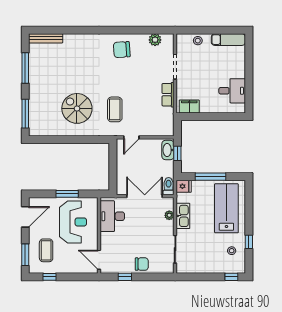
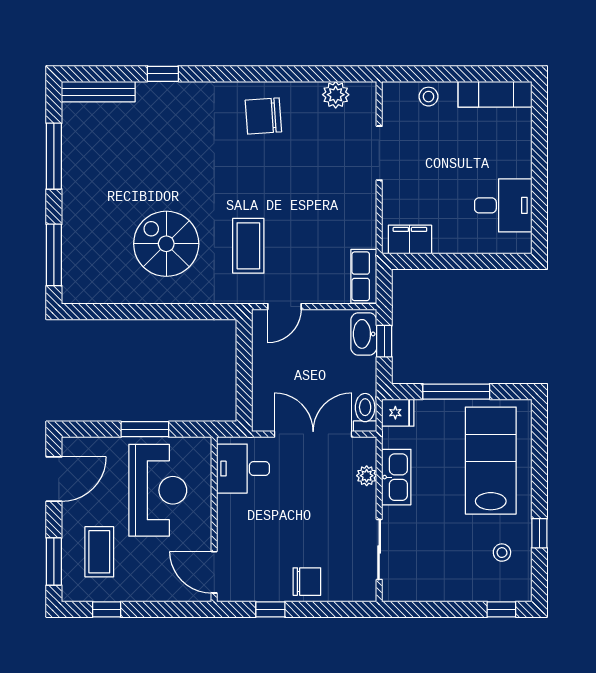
window: (75, 30) -> (163, 74), added
row of seats: (168, 95) -> (364, 276), moved
desk: (112, 216) -> (243, 469), width x0.73

